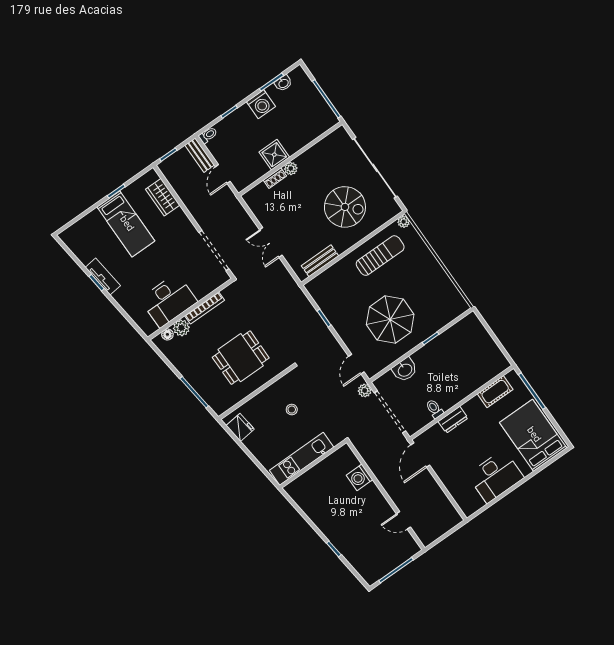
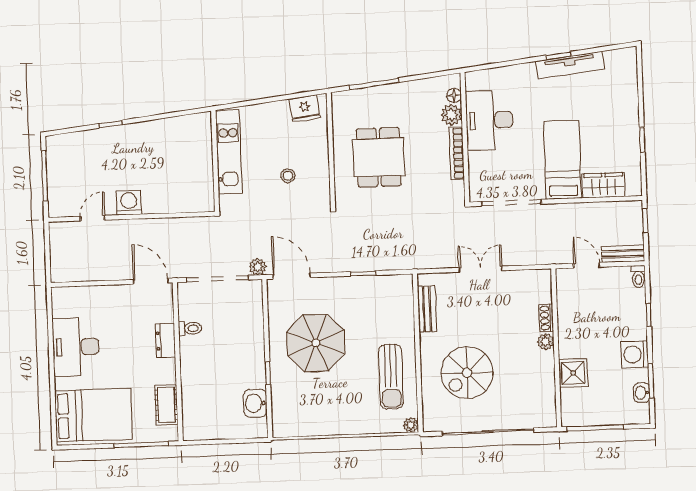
shower: (274, 155) -> (573, 373), moved
bed: (126, 224) -> (562, 160), moved, turned 90
tv unit: (103, 277) -> (570, 65), width x1.41
door: (356, 364) -> (292, 276), width x1.38
washbasin: (405, 370) -> (255, 403), moved
washing machine: (360, 477) -> (129, 203), moved

